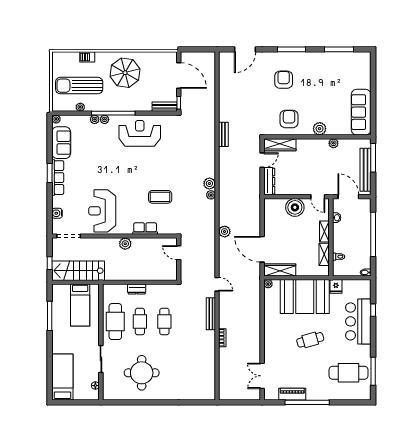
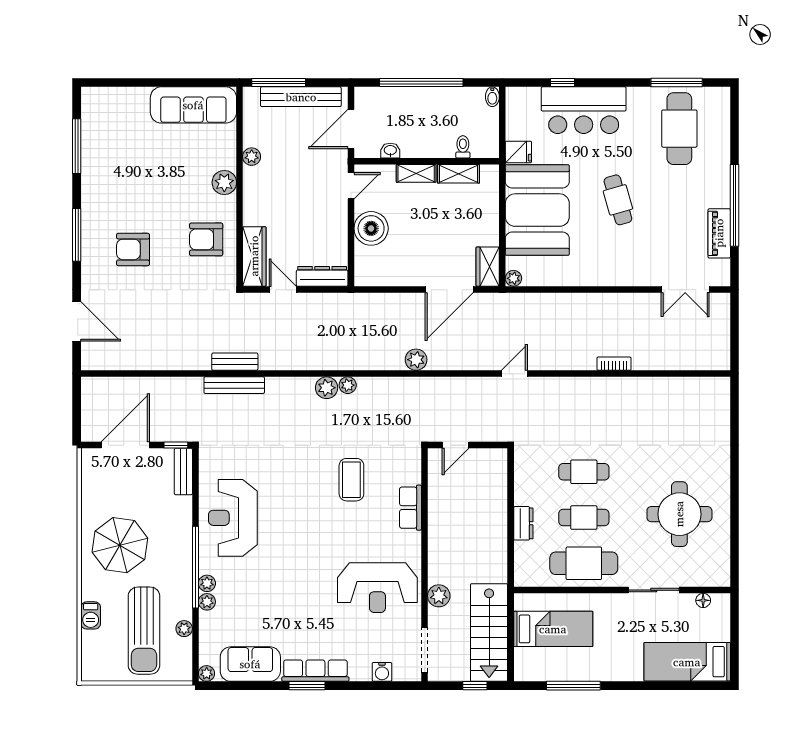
plant: (125, 244) -> (439, 596), moved
wardrobe: (280, 270) -> (488, 267), width x0.67
bench: (211, 314) -> (234, 385), moved

